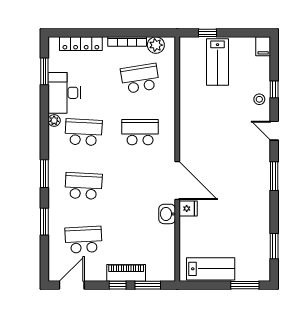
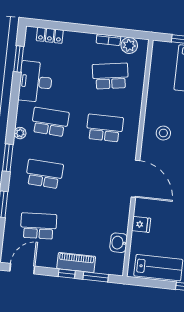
bookcase: (127, 42) -> (108, 40), width x0.64
locker: (81, 44) -> (50, 35), width x0.66
plant: (54, 120) -> (20, 133), moved
stool: (201, 131) -> (163, 133), added
fridge: (188, 209) -> (141, 224), moved
washbasin: (167, 214) -> (119, 243), moved

